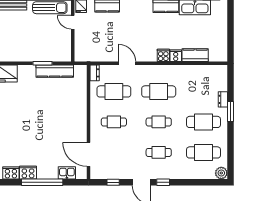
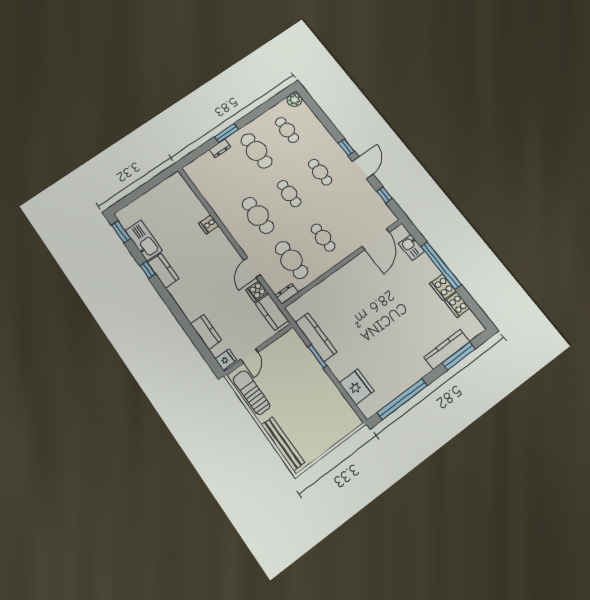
cooker: (163, 55) -> (257, 291), moved
kitchen counter: (195, 55) -> (272, 312), moved
cafe table: (204, 152) -> (287, 130), width x0.73, depth x0.74

